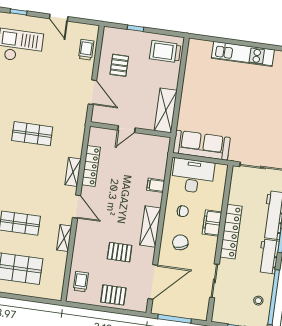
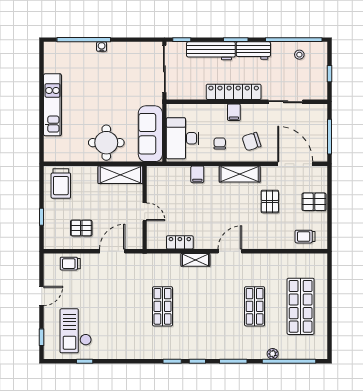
round table: (199, 101) -> (106, 143), added
locker: (91, 166) -> (180, 242), width x0.66
filing cabinet: (212, 223) -> (234, 112), width x0.50
shelving: (64, 238) -> (263, 259), removed
pallet: (113, 295) -> (314, 202), turned 90

